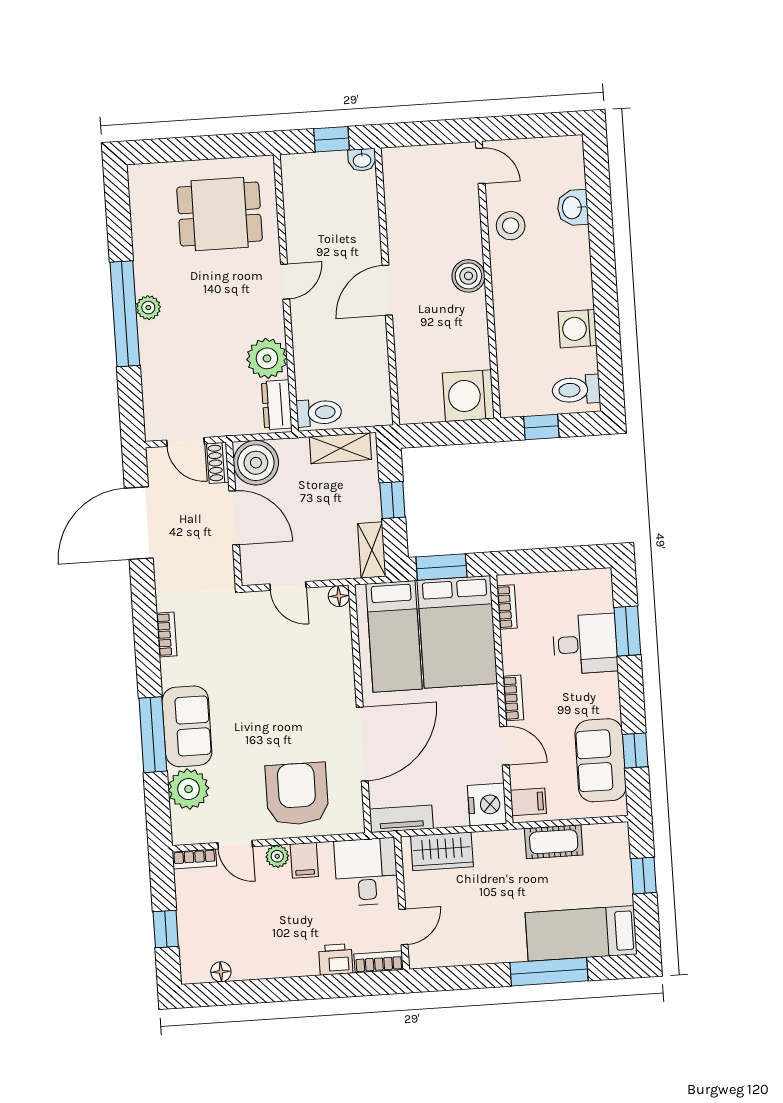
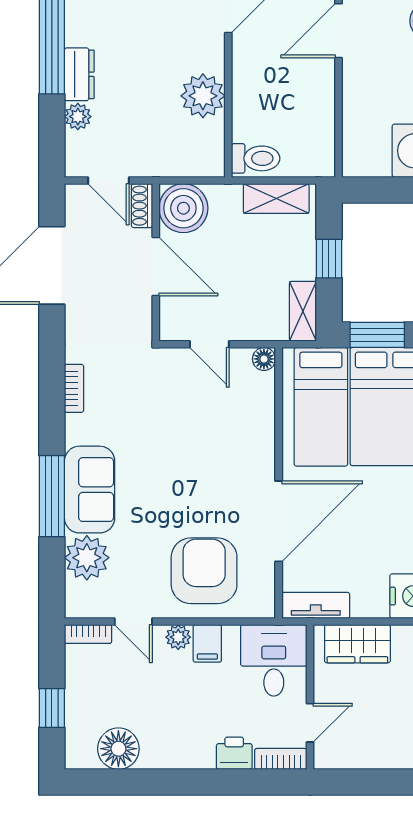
plant: (148, 308) -> (78, 117), moved
dresser: (277, 405) -> (79, 74), moved, turned 180
floor lamp: (221, 972) -> (118, 749), width x1.89, depth x1.89

